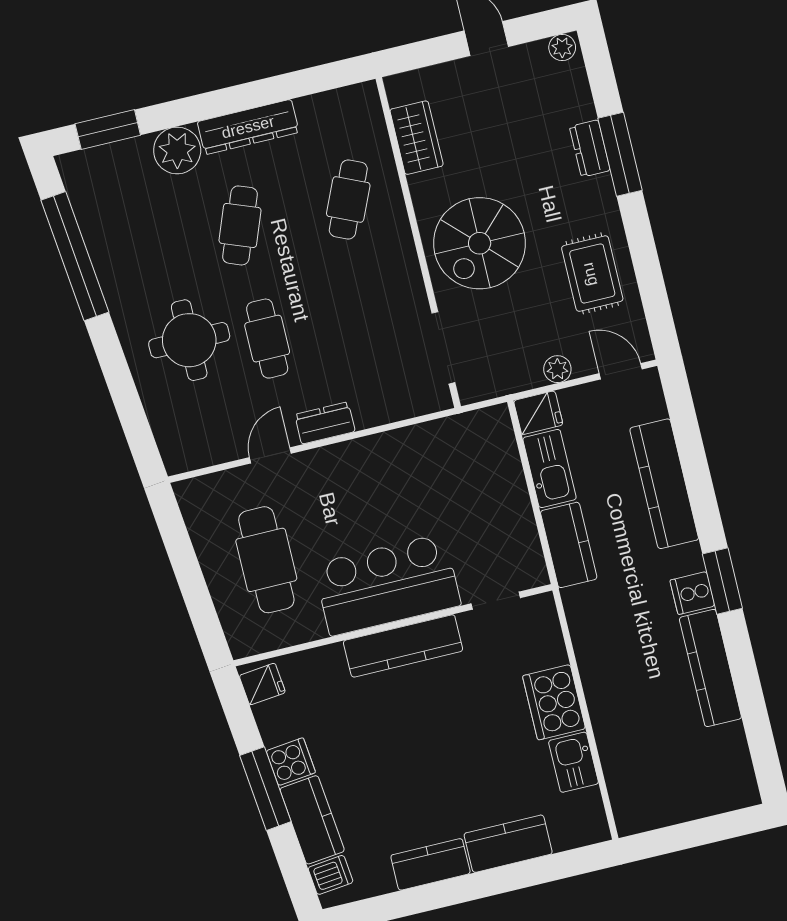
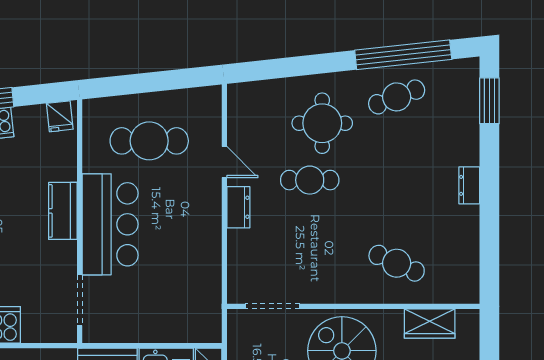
dresser: (248, 127) -> (469, 185), width x0.51, depth x0.80
plant: (177, 150) -> (462, 148), removed
cafe table: (240, 225) -> (397, 97), moved, turned -42
doorway: (496, 601) -> (80, 300), width x1.38
kitchen counter: (403, 646) -> (63, 211), width x0.67

